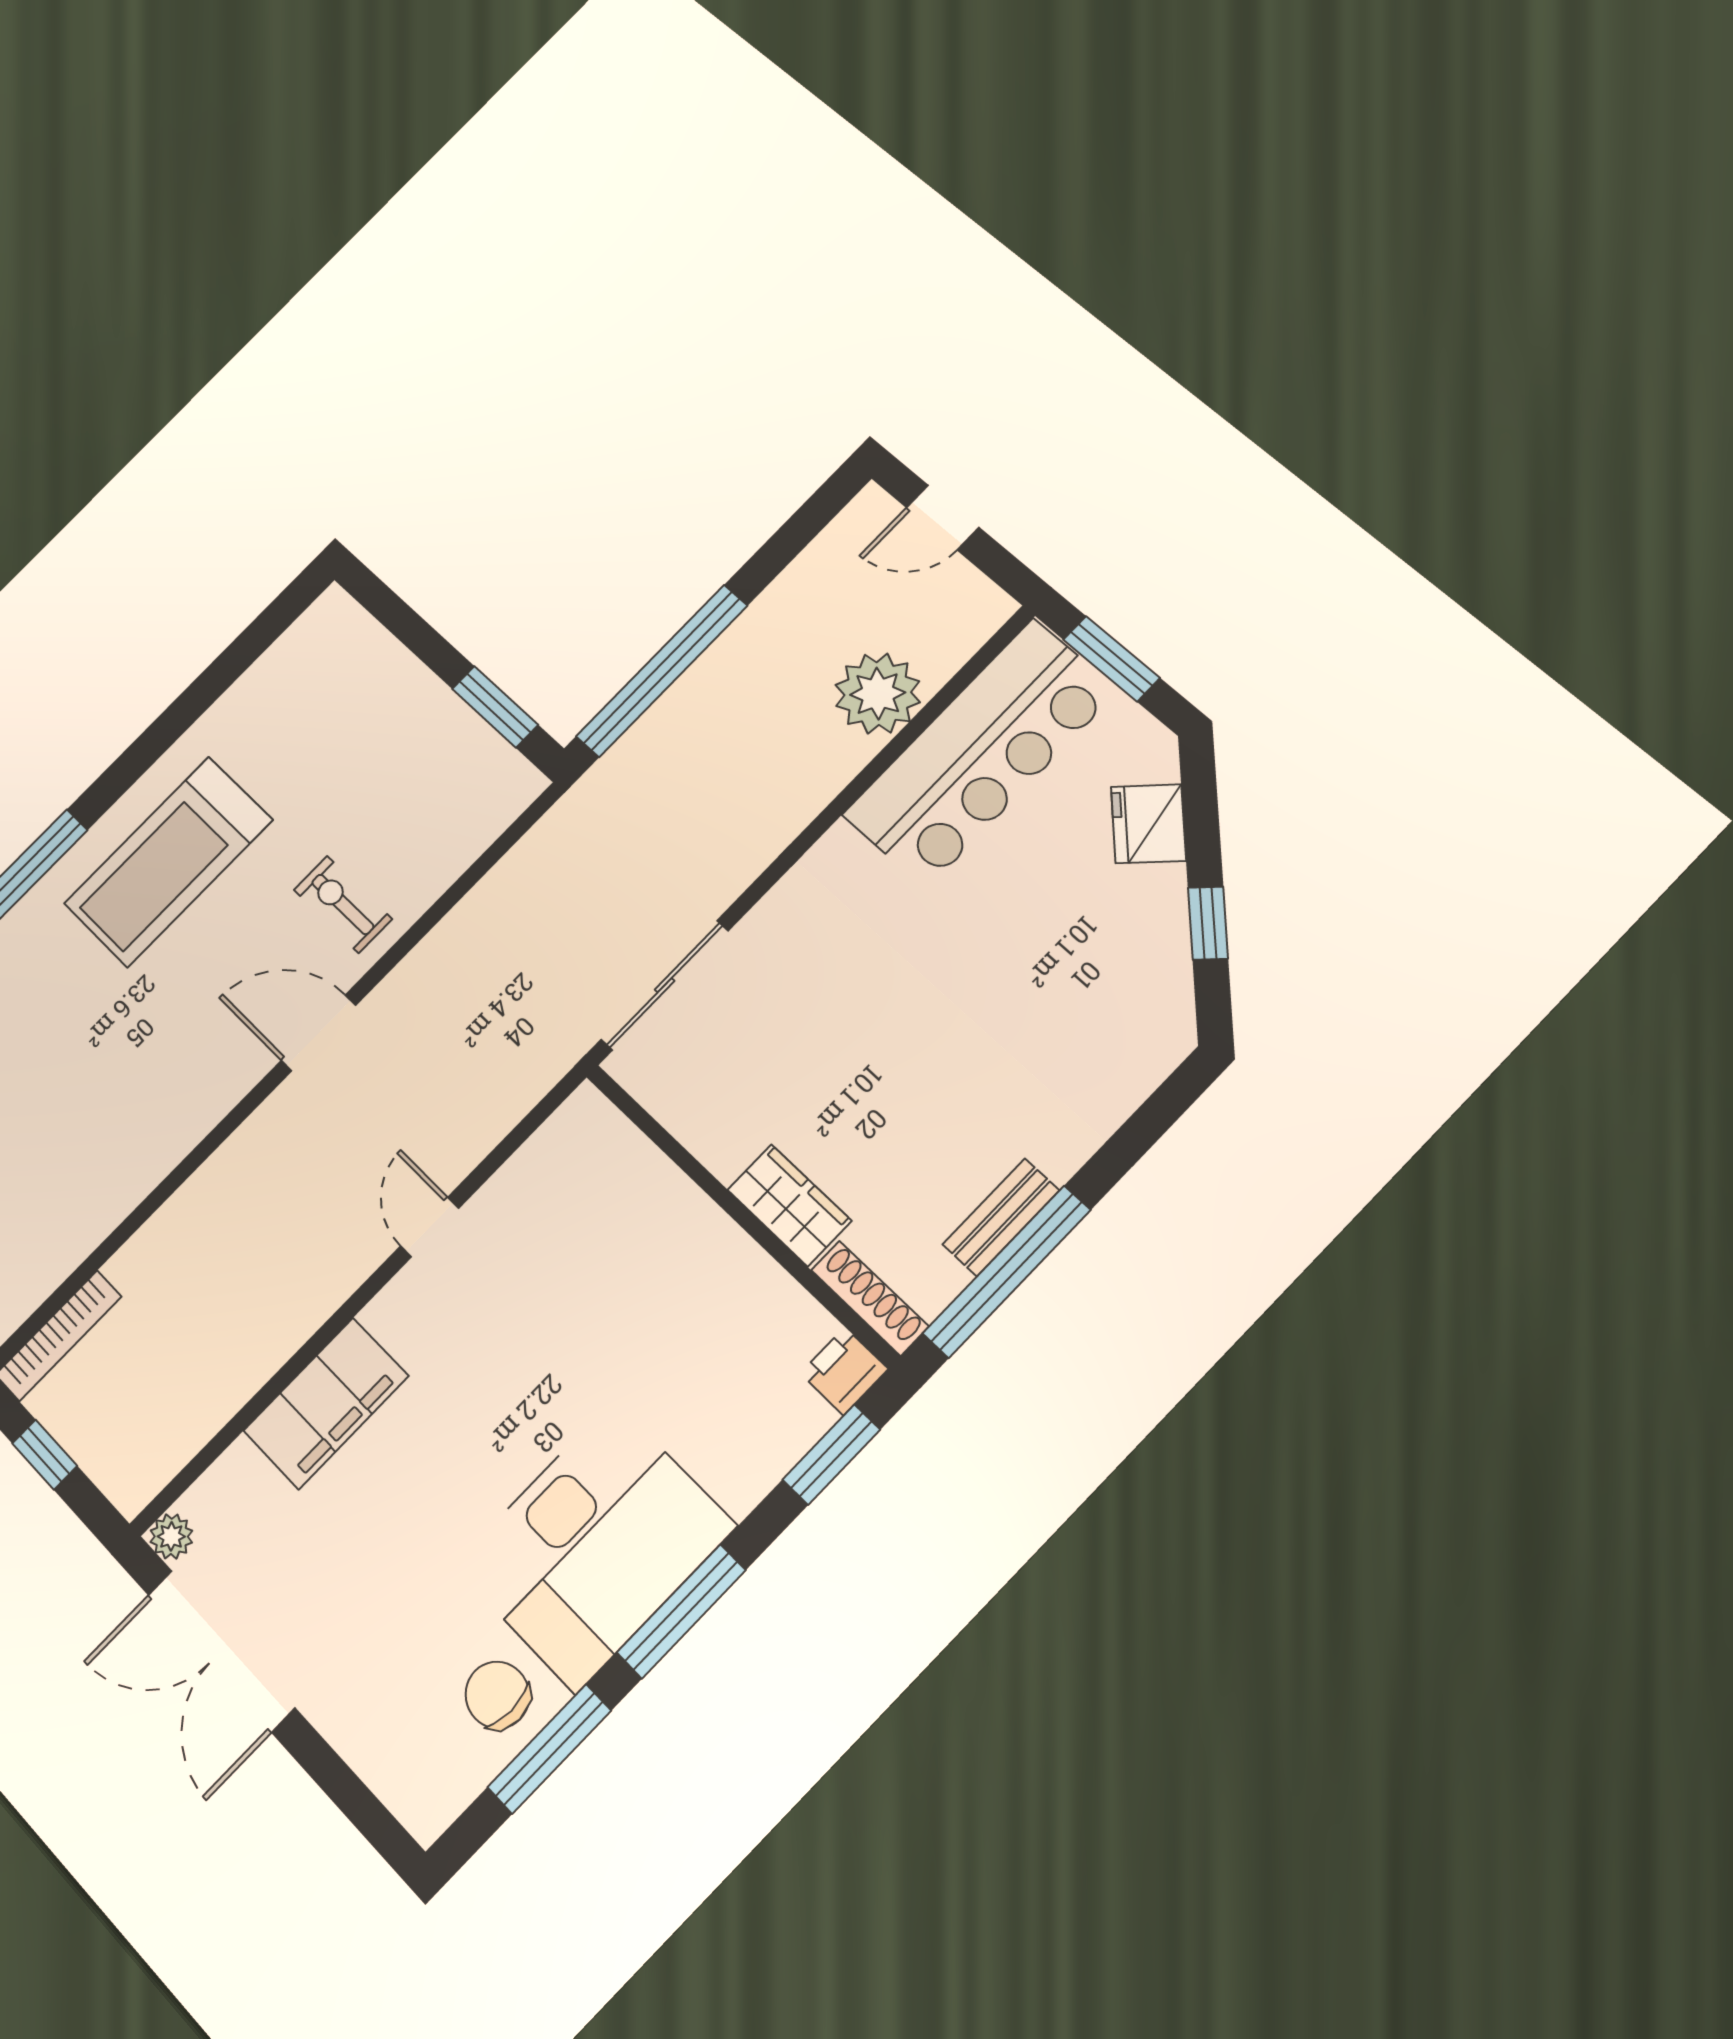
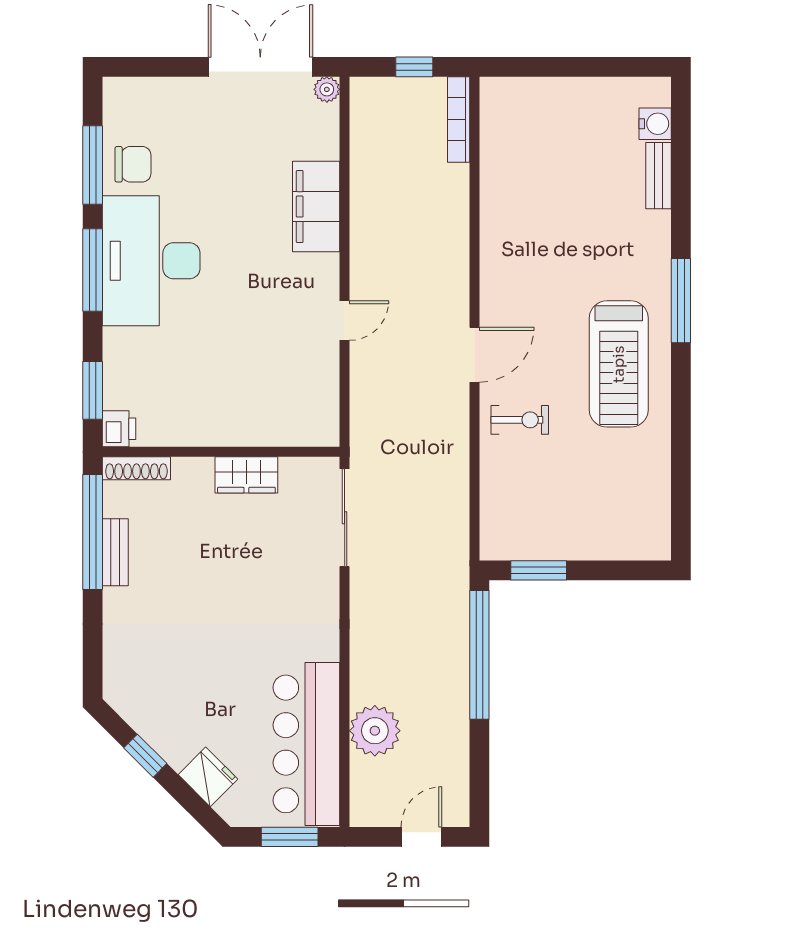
treadmill: (168, 862) -> (619, 364), turned 180
wardrobe: (789, 1205) -> (246, 475), moved
door: (430, 1227) -> (345, 321), hinge flipped

